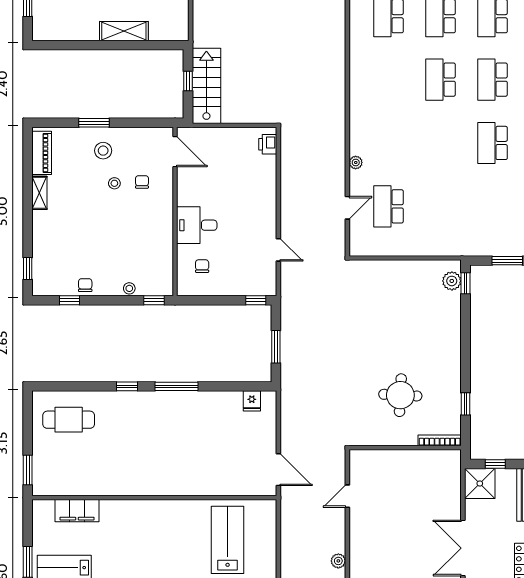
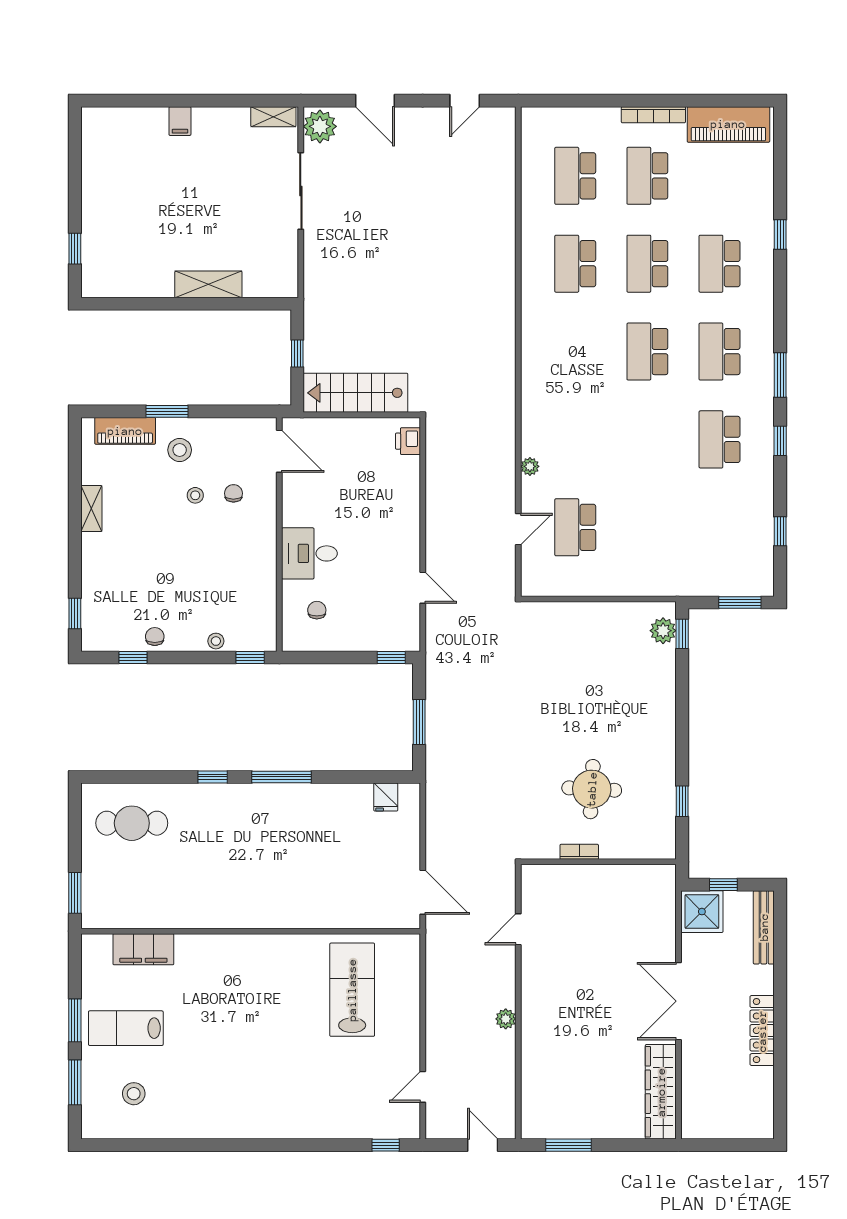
stairs: (206, 86) -> (355, 393), moved, turned -90
piano: (42, 153) -> (125, 431), moved, turned 90
bookcase: (440, 440) -> (579, 852), moved, width x0.64

